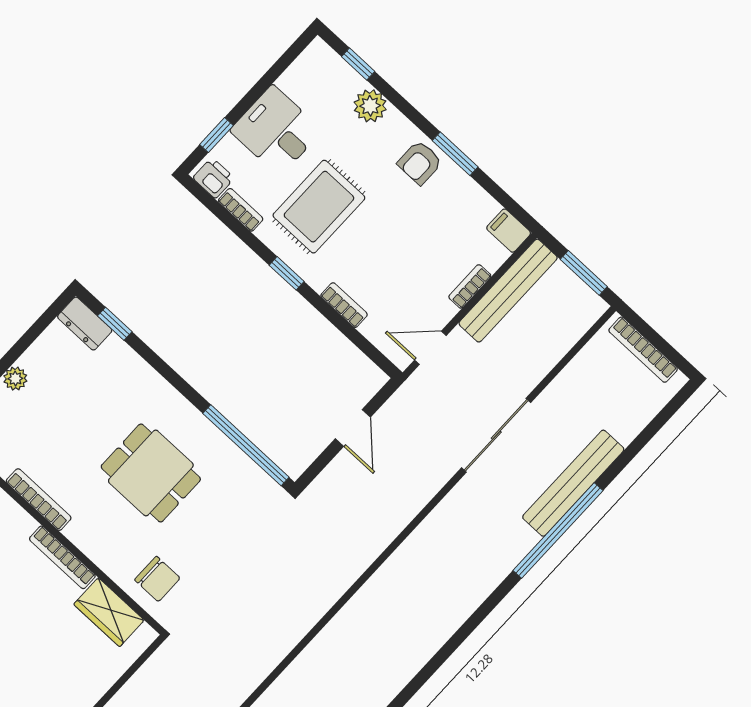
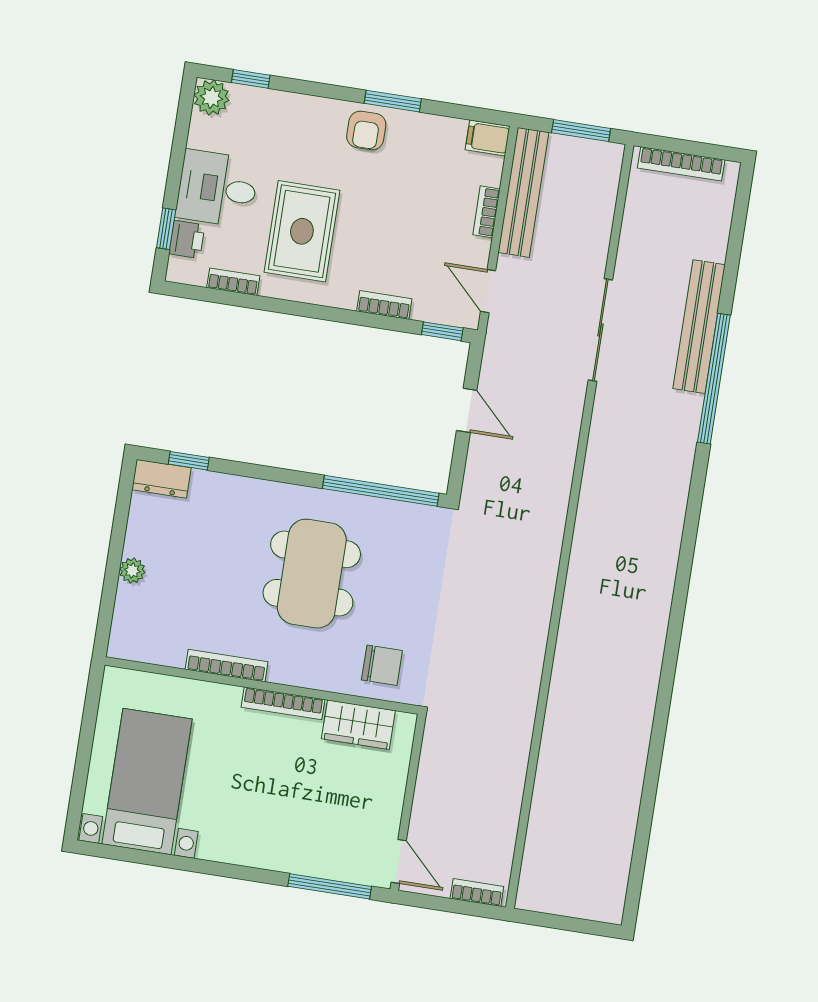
plant: (370, 106) -> (211, 97), moved
printer: (214, 178) -> (187, 239), moved, turned 90
window: (287, 273) -> (442, 331), moved
door: (430, 348) -> (488, 291), hinge flipped
dining table: (151, 473) -> (312, 574), width x1.38

